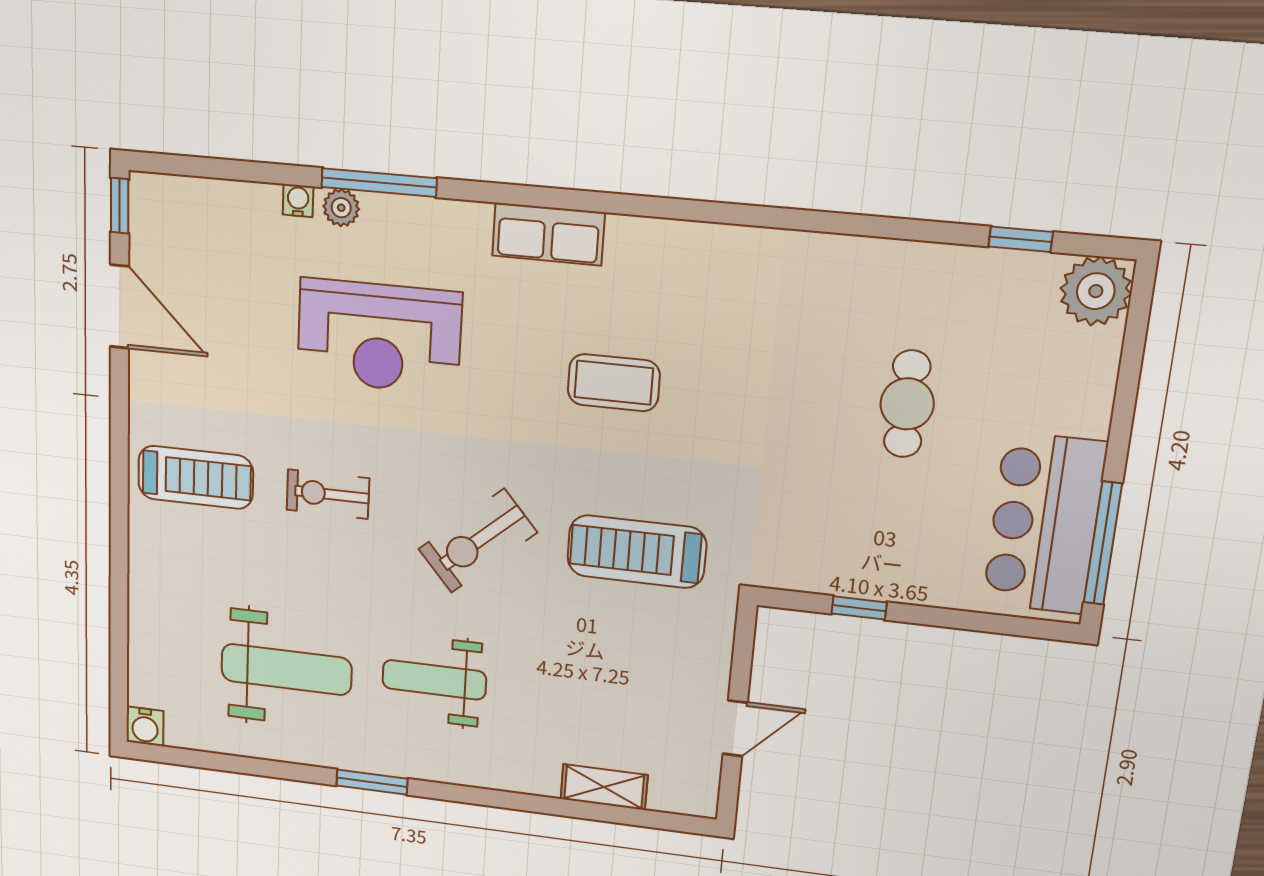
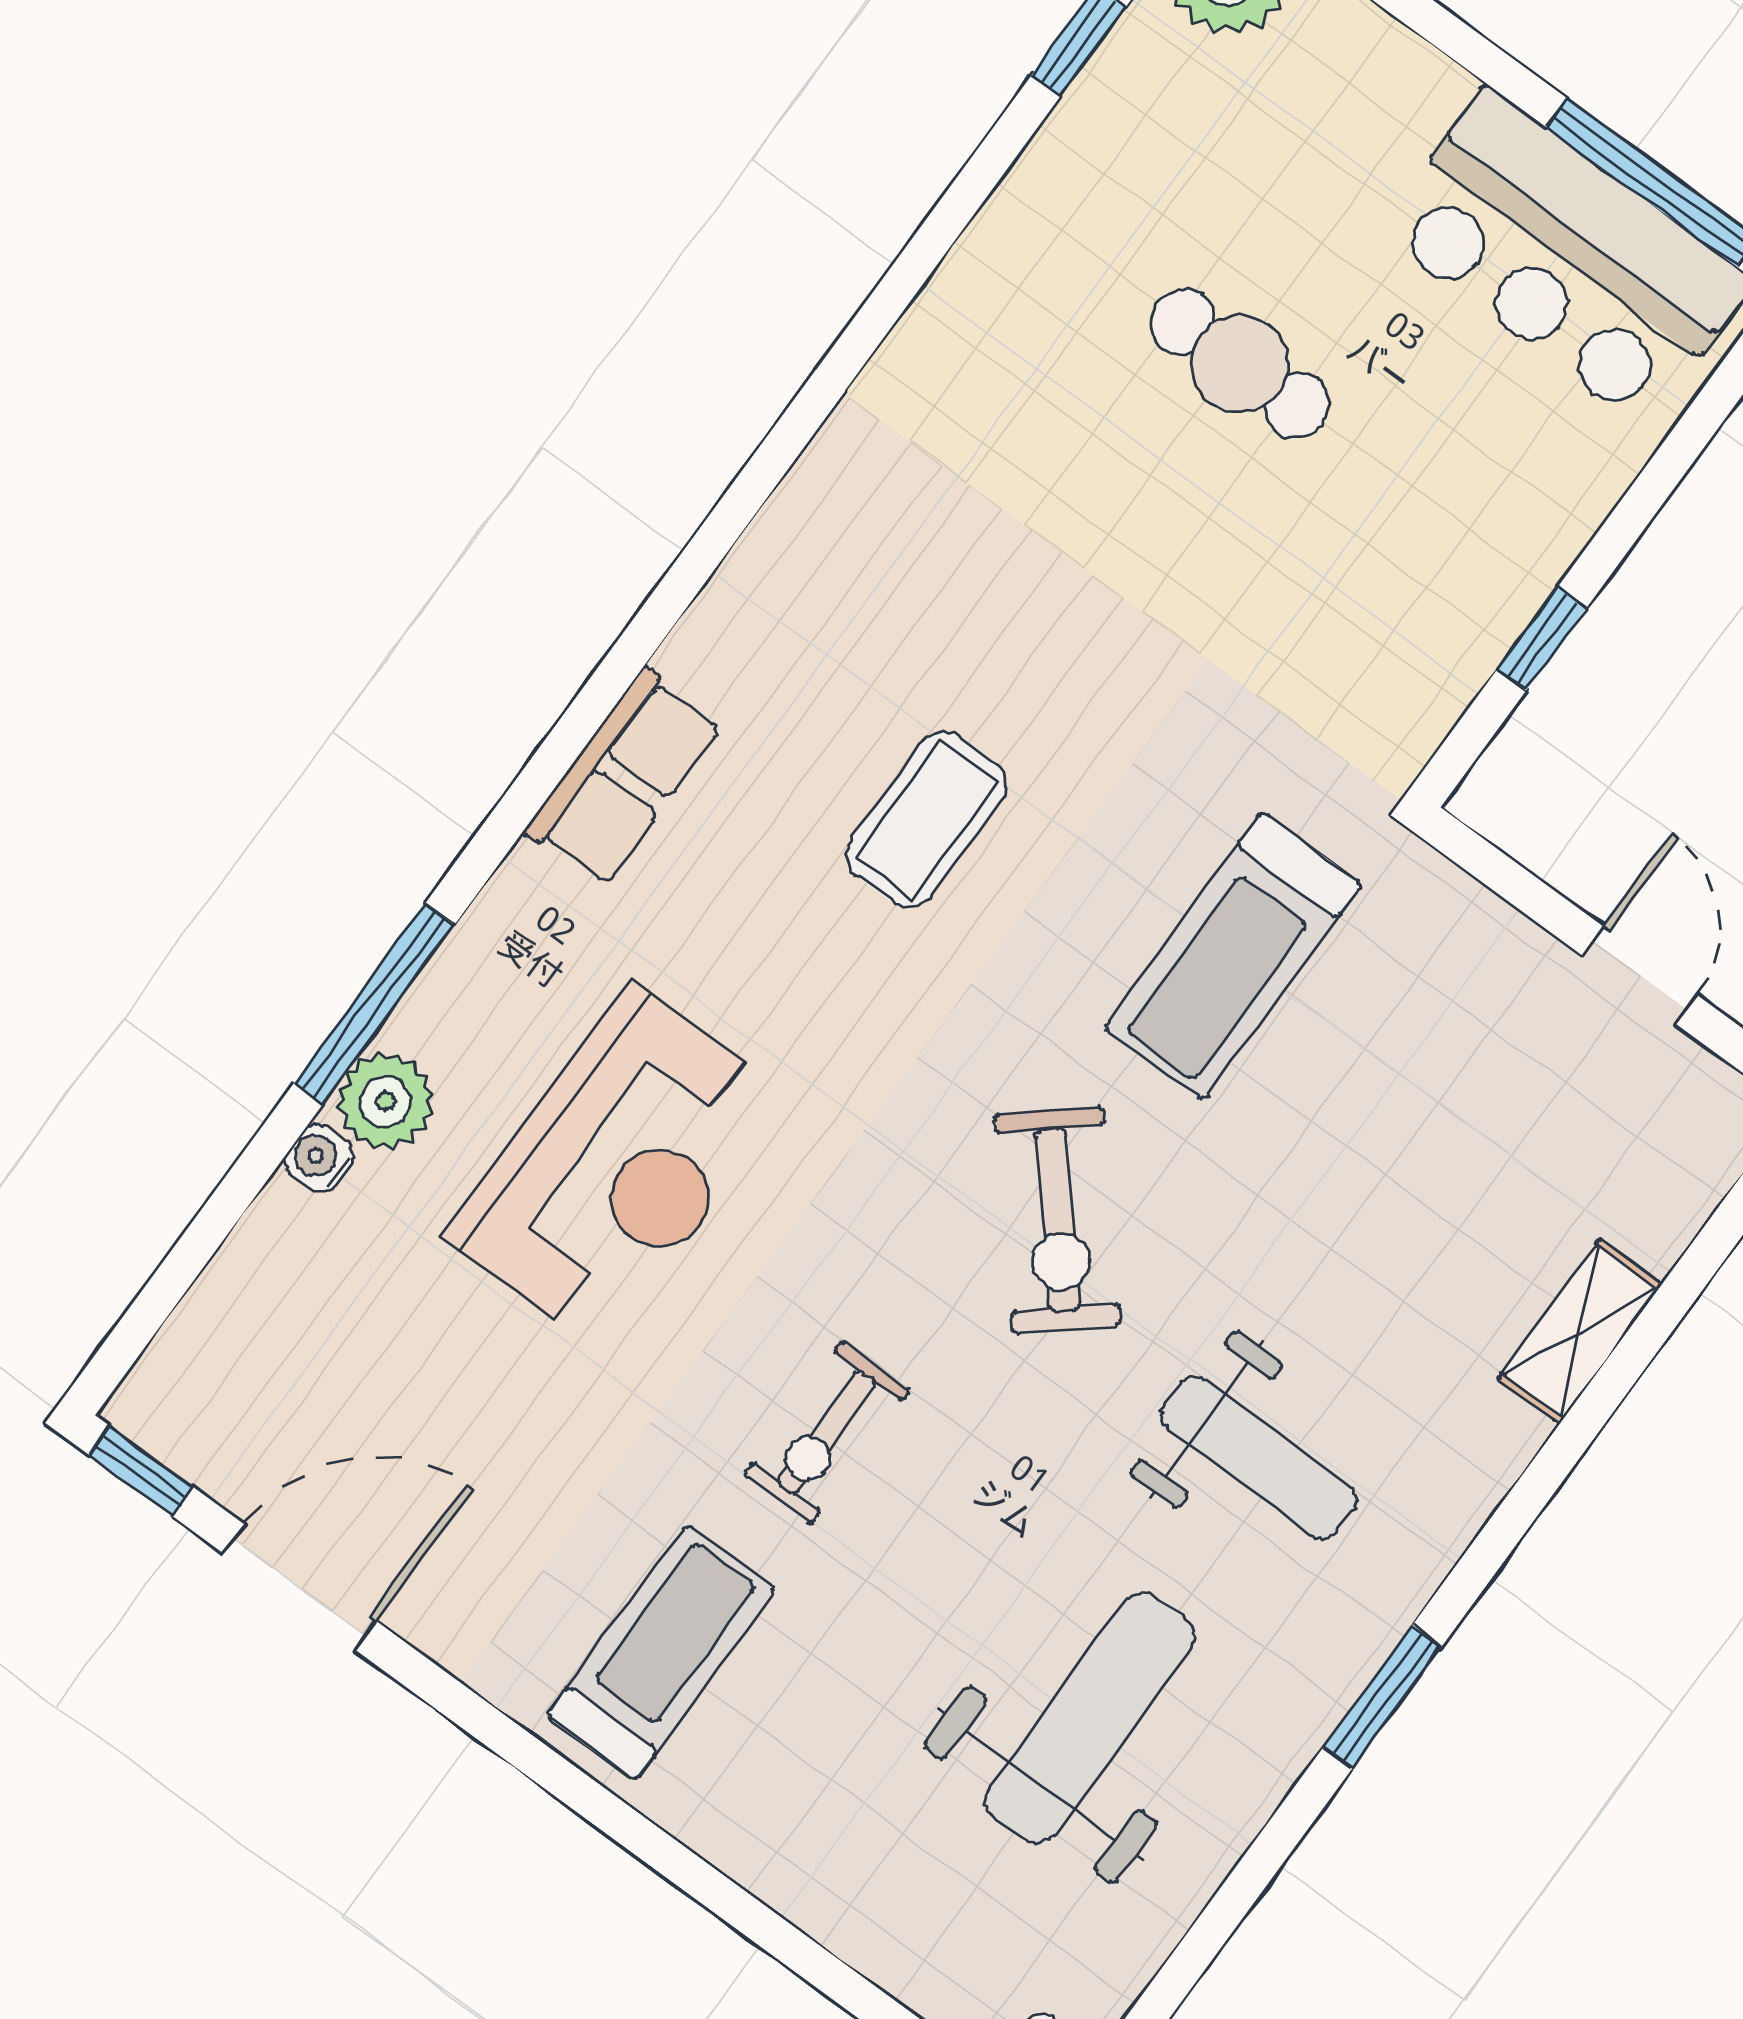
plant: (341, 208) -> (385, 1101), width x1.38, depth x1.38
weight bench: (434, 680) -> (1259, 1457), turned -90
shelving: (604, 787) -> (1580, 1331), moved

